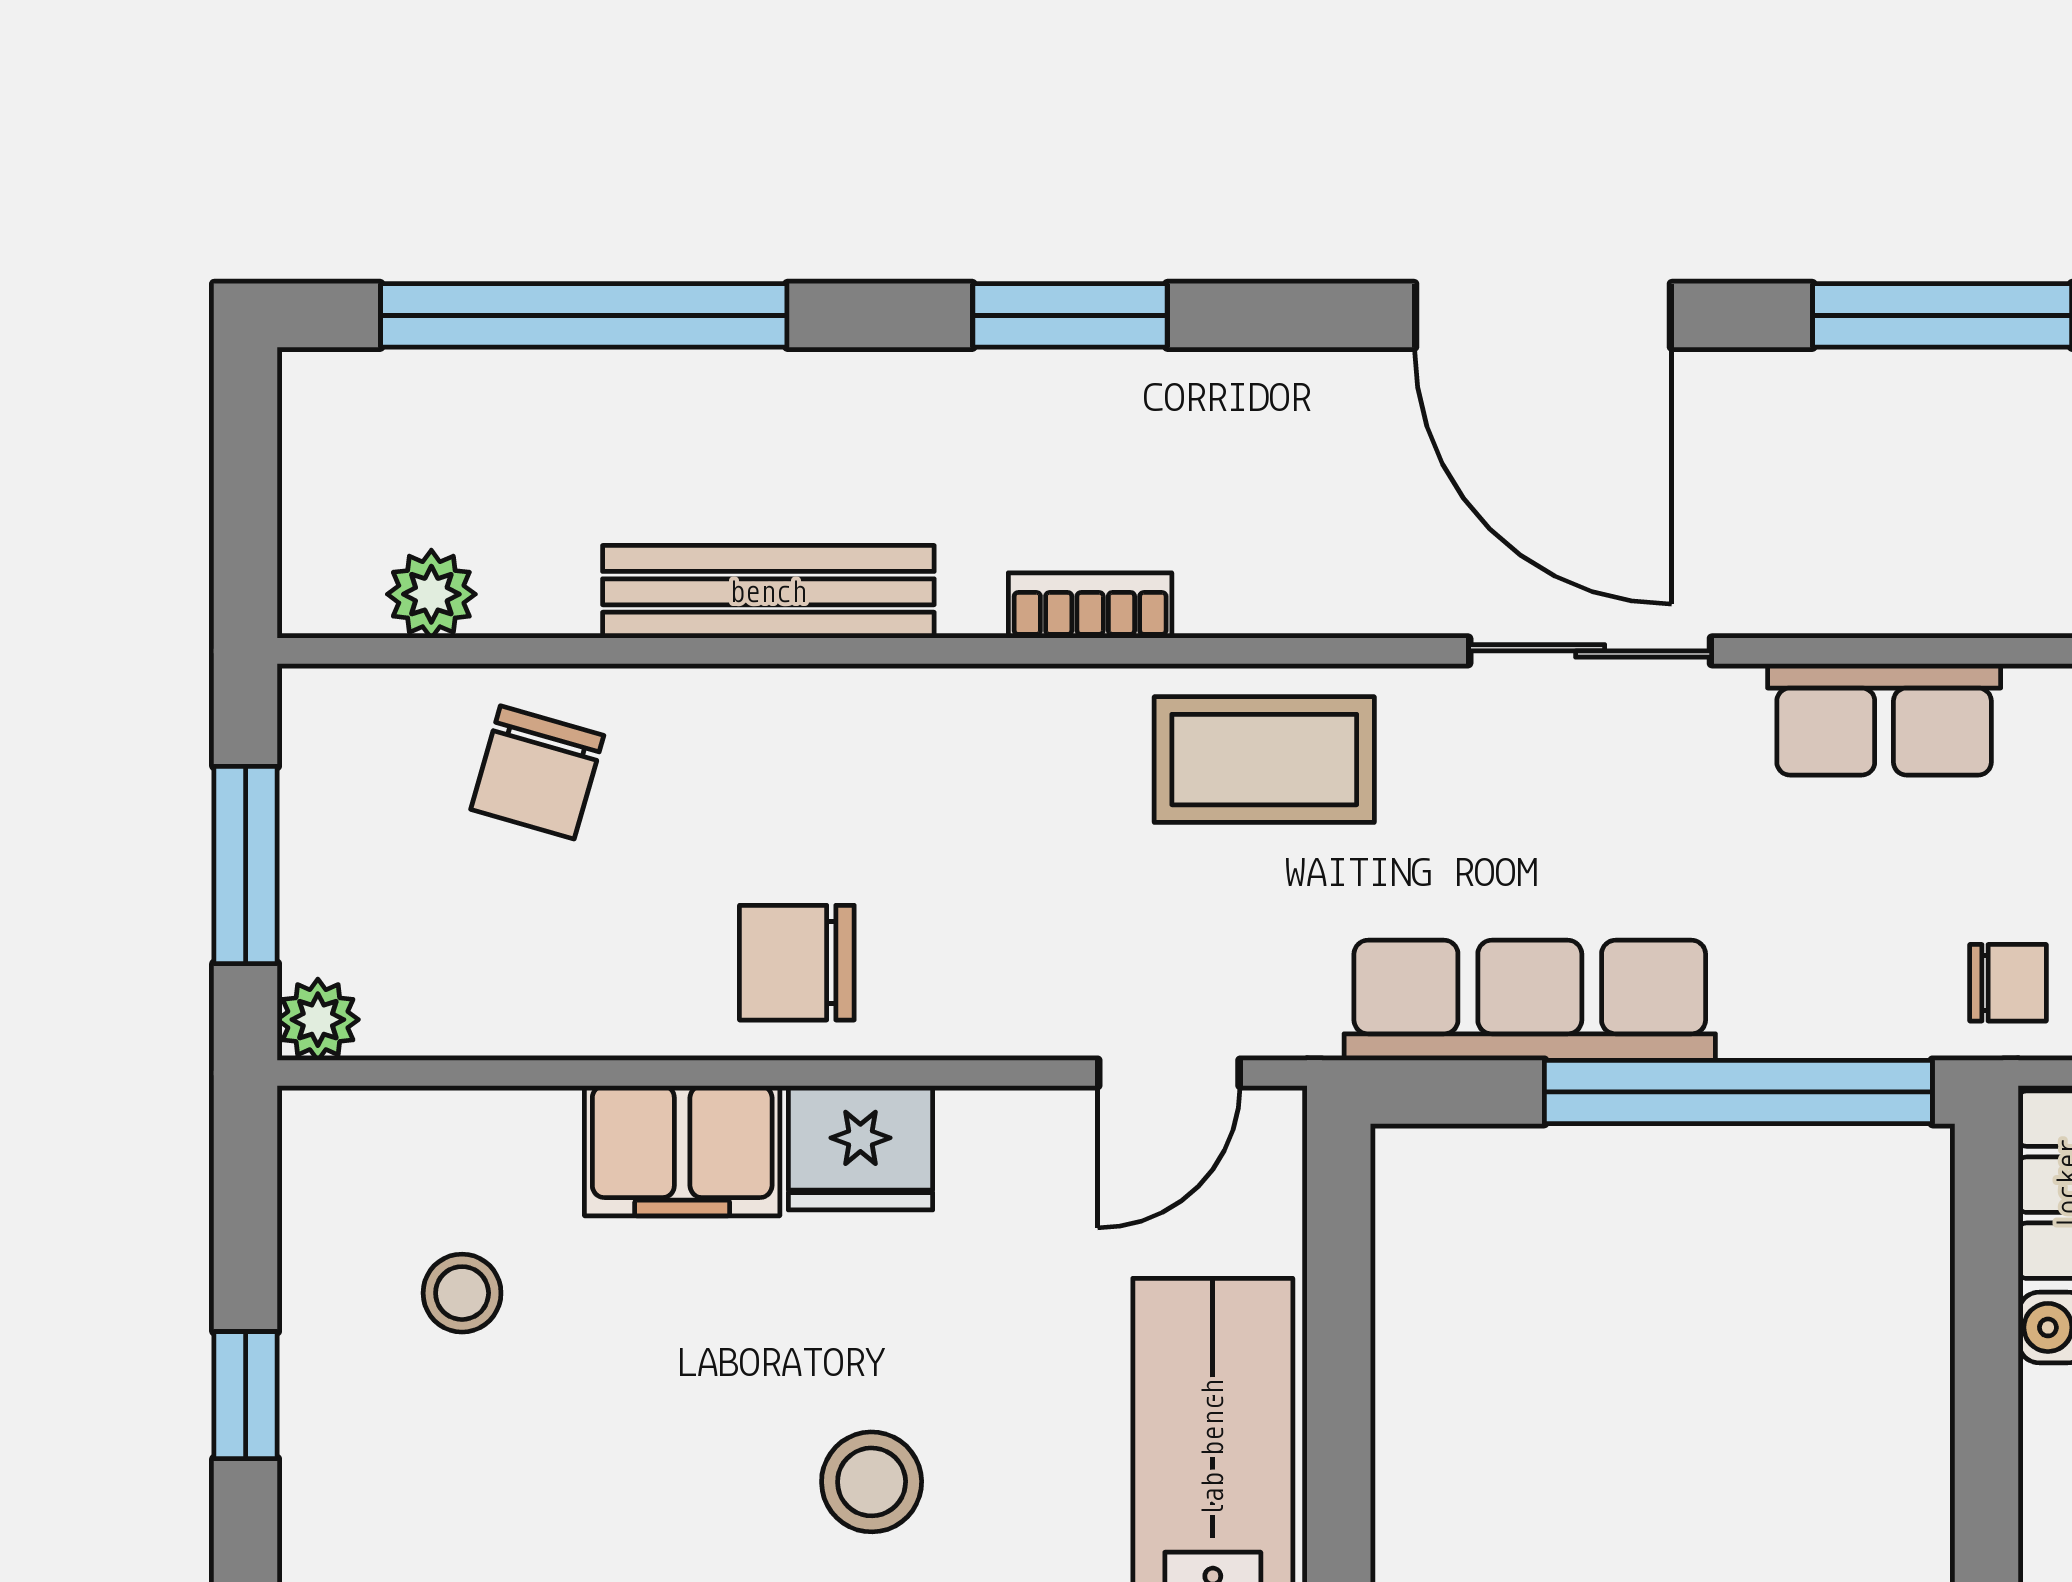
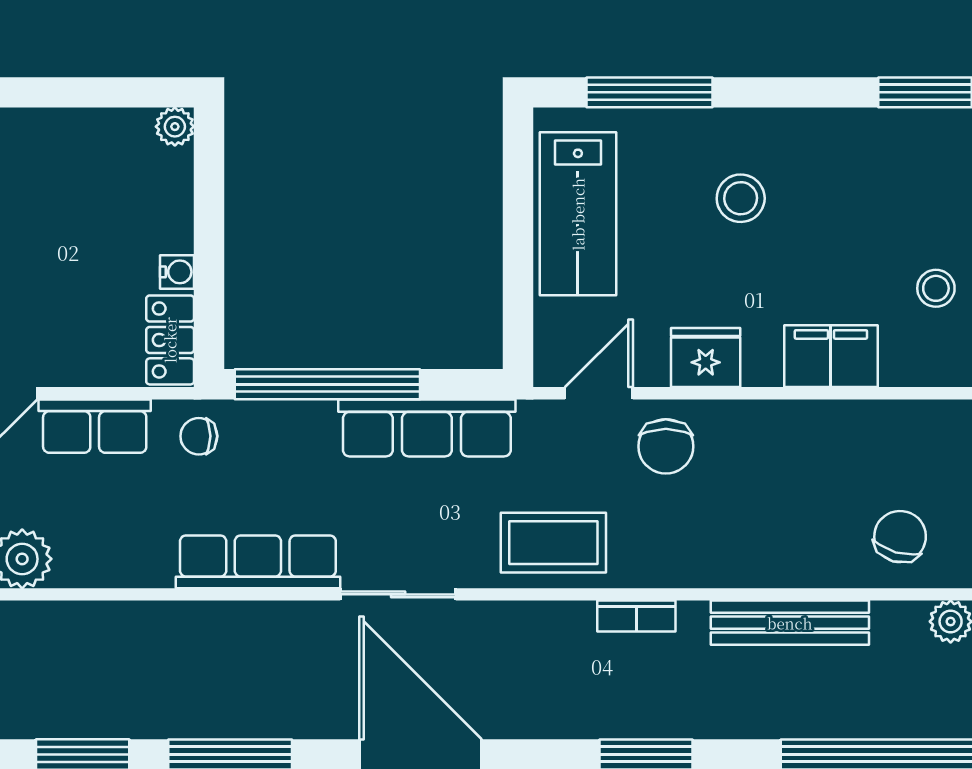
row of seats: (1884, 719) -> (258, 562), width x1.48
chair: (797, 963) -> (666, 446), moved, turned 90
fridge: (860, 1148) -> (706, 358), moved

